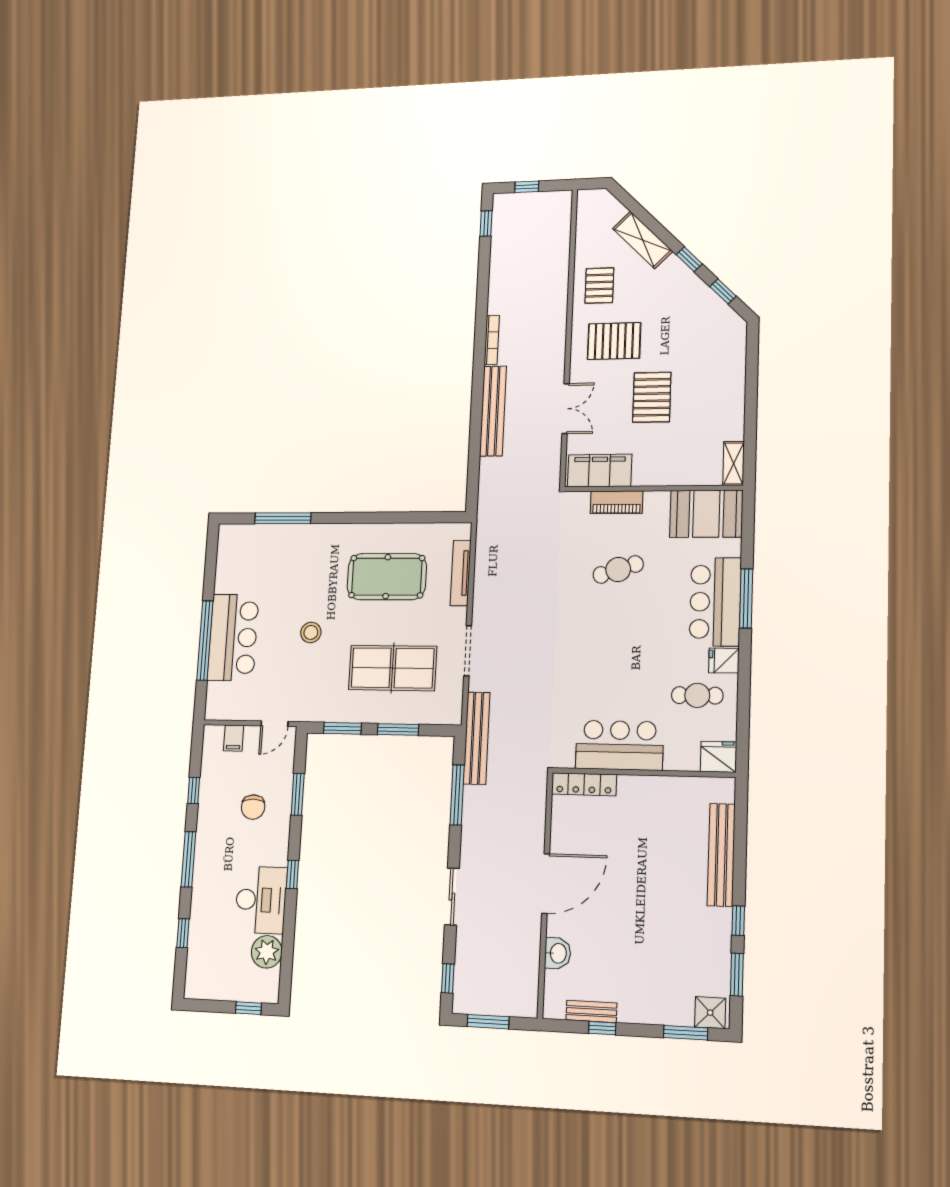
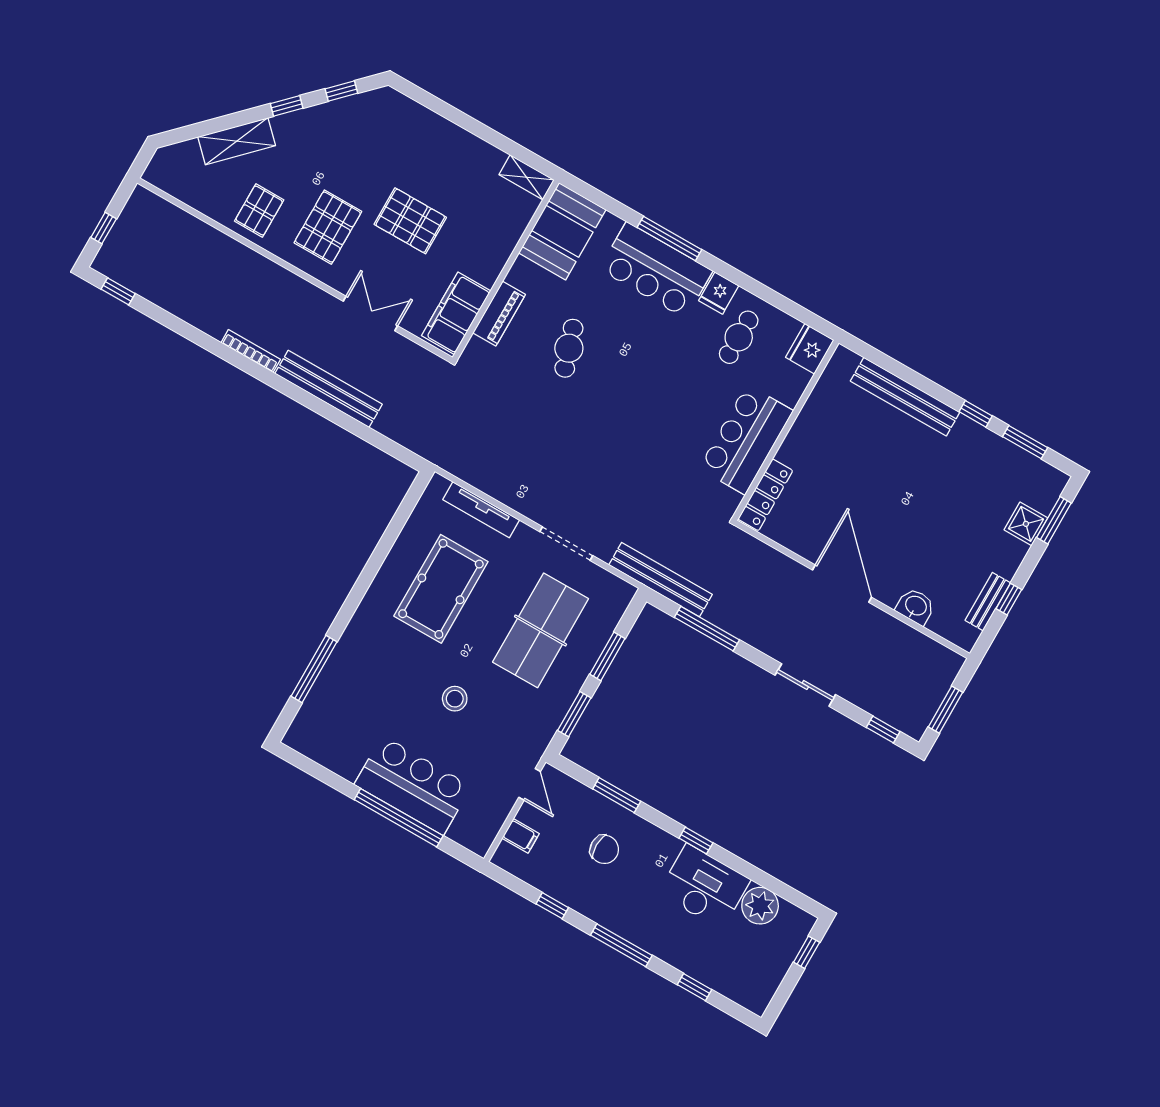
pallet: (599, 286) -> (259, 210), turned 90
shower: (710, 1013) -> (1026, 524), moved

